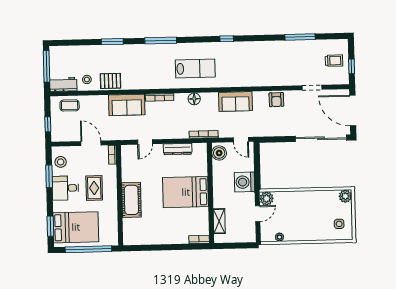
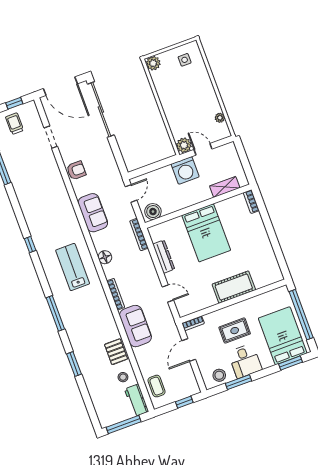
door: (353, 111) -> (60, 86), hinge flipped
washing machine: (245, 182) -> (185, 170), moved

